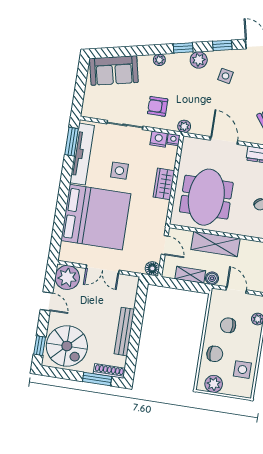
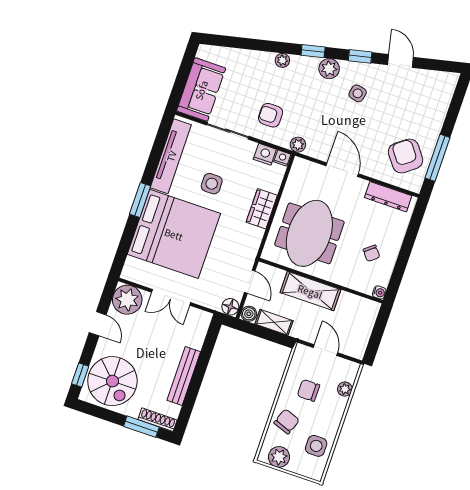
sofa: (114, 70) -> (201, 90), moved, turned -78
window: (72, 142) -> (140, 200), moved
boiler: (212, 278) -> (249, 314), moved
chair: (215, 354) -> (287, 421), turned -70

